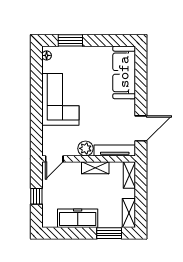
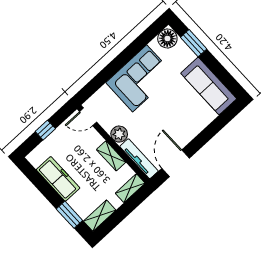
floor lamp: (47, 55) -> (167, 38), width x1.89, depth x1.89
sofa: (124, 72) -> (209, 86), moved, turned -90
door: (141, 128) -> (176, 163), swing flipped

